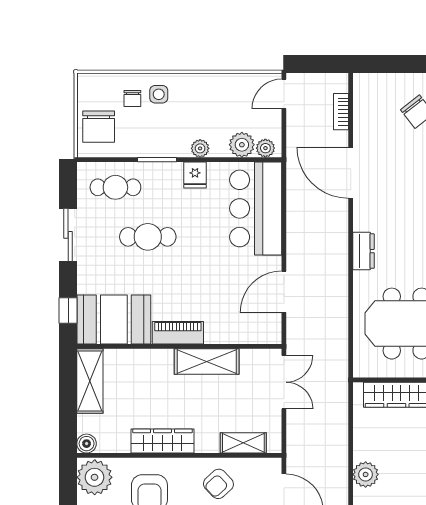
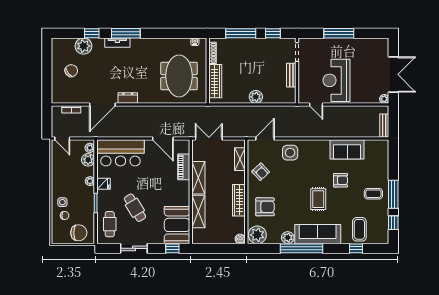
cafe table: (148, 237) -> (135, 208), turned -31
dresser: (363, 251) -> (128, 98), moved
piano: (178, 333) -> (184, 167), moved
shelving: (90, 381) -> (198, 212), moved, turned 90

